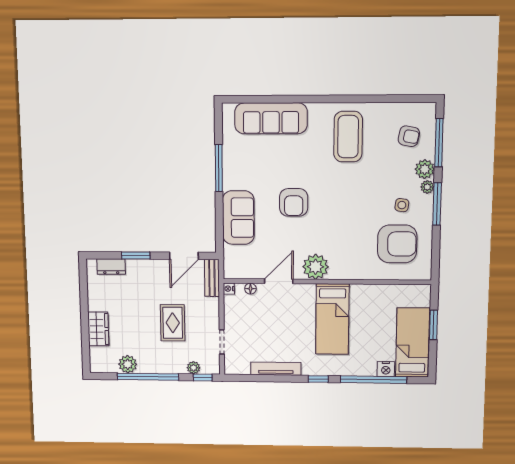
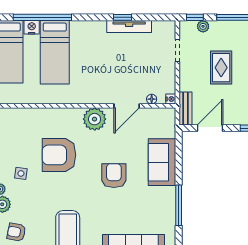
armchair: (397, 244) -> (59, 155), moved
bed: (332, 319) -> (55, 52), moved, turned 180
window: (318, 379) -> (123, 17), moved

